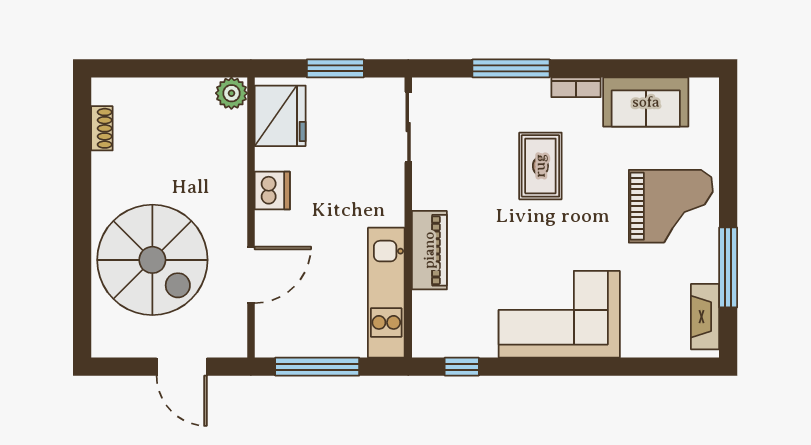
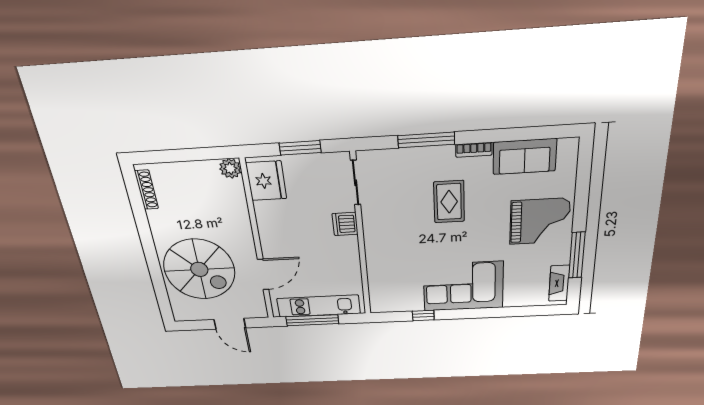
shoe rack: (102, 128) -> (146, 190), width x1.43
dishwasher: (272, 191) -> (345, 224), moved, turned 180
piano: (429, 250) -> (376, 255), removed
kitchen unit: (386, 293) -> (319, 306), moved, turned 90
window: (462, 367) -> (423, 315), moved

